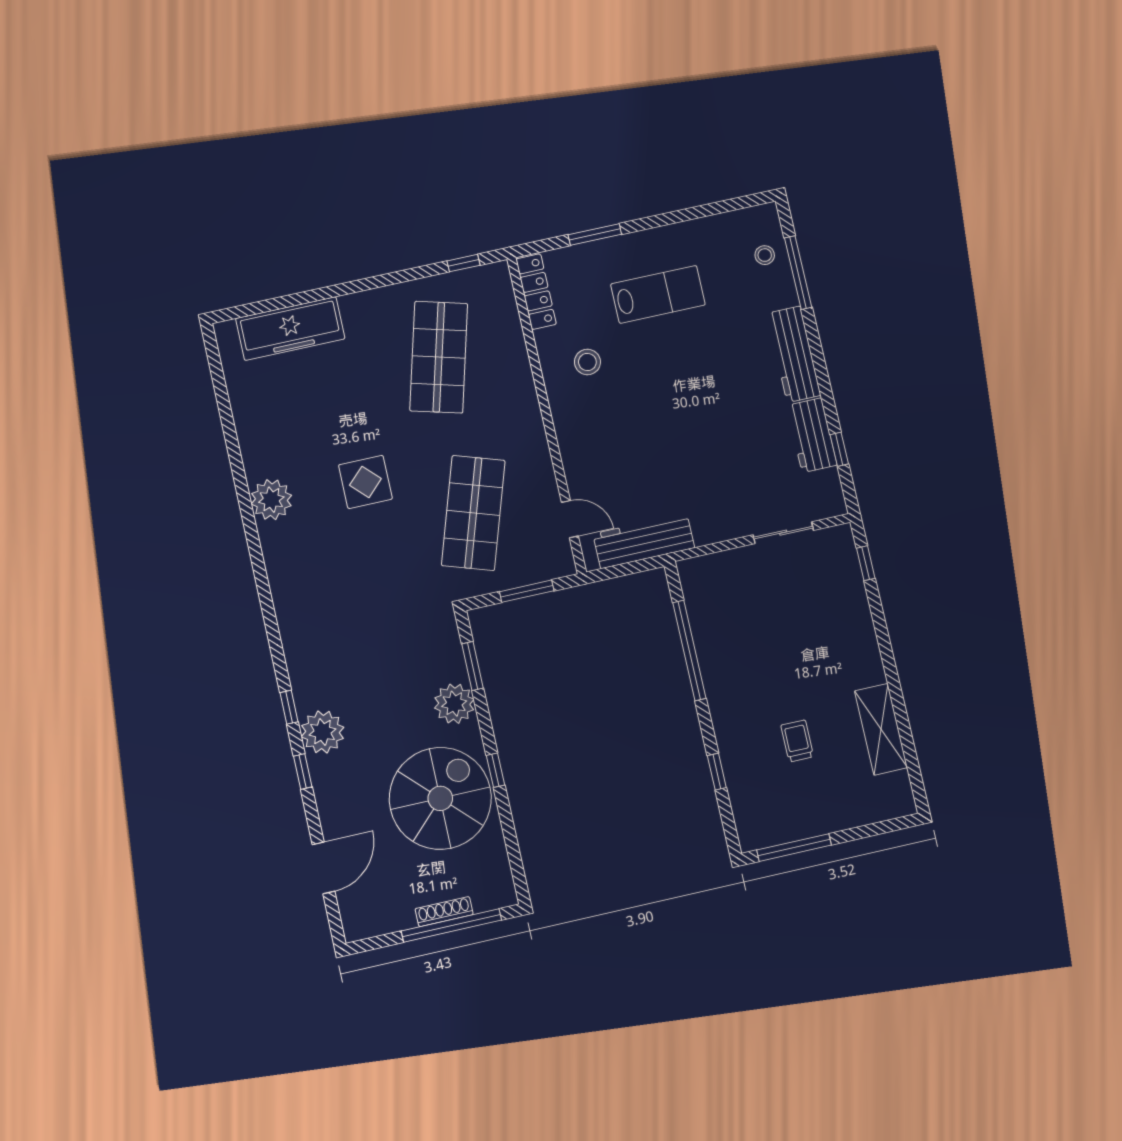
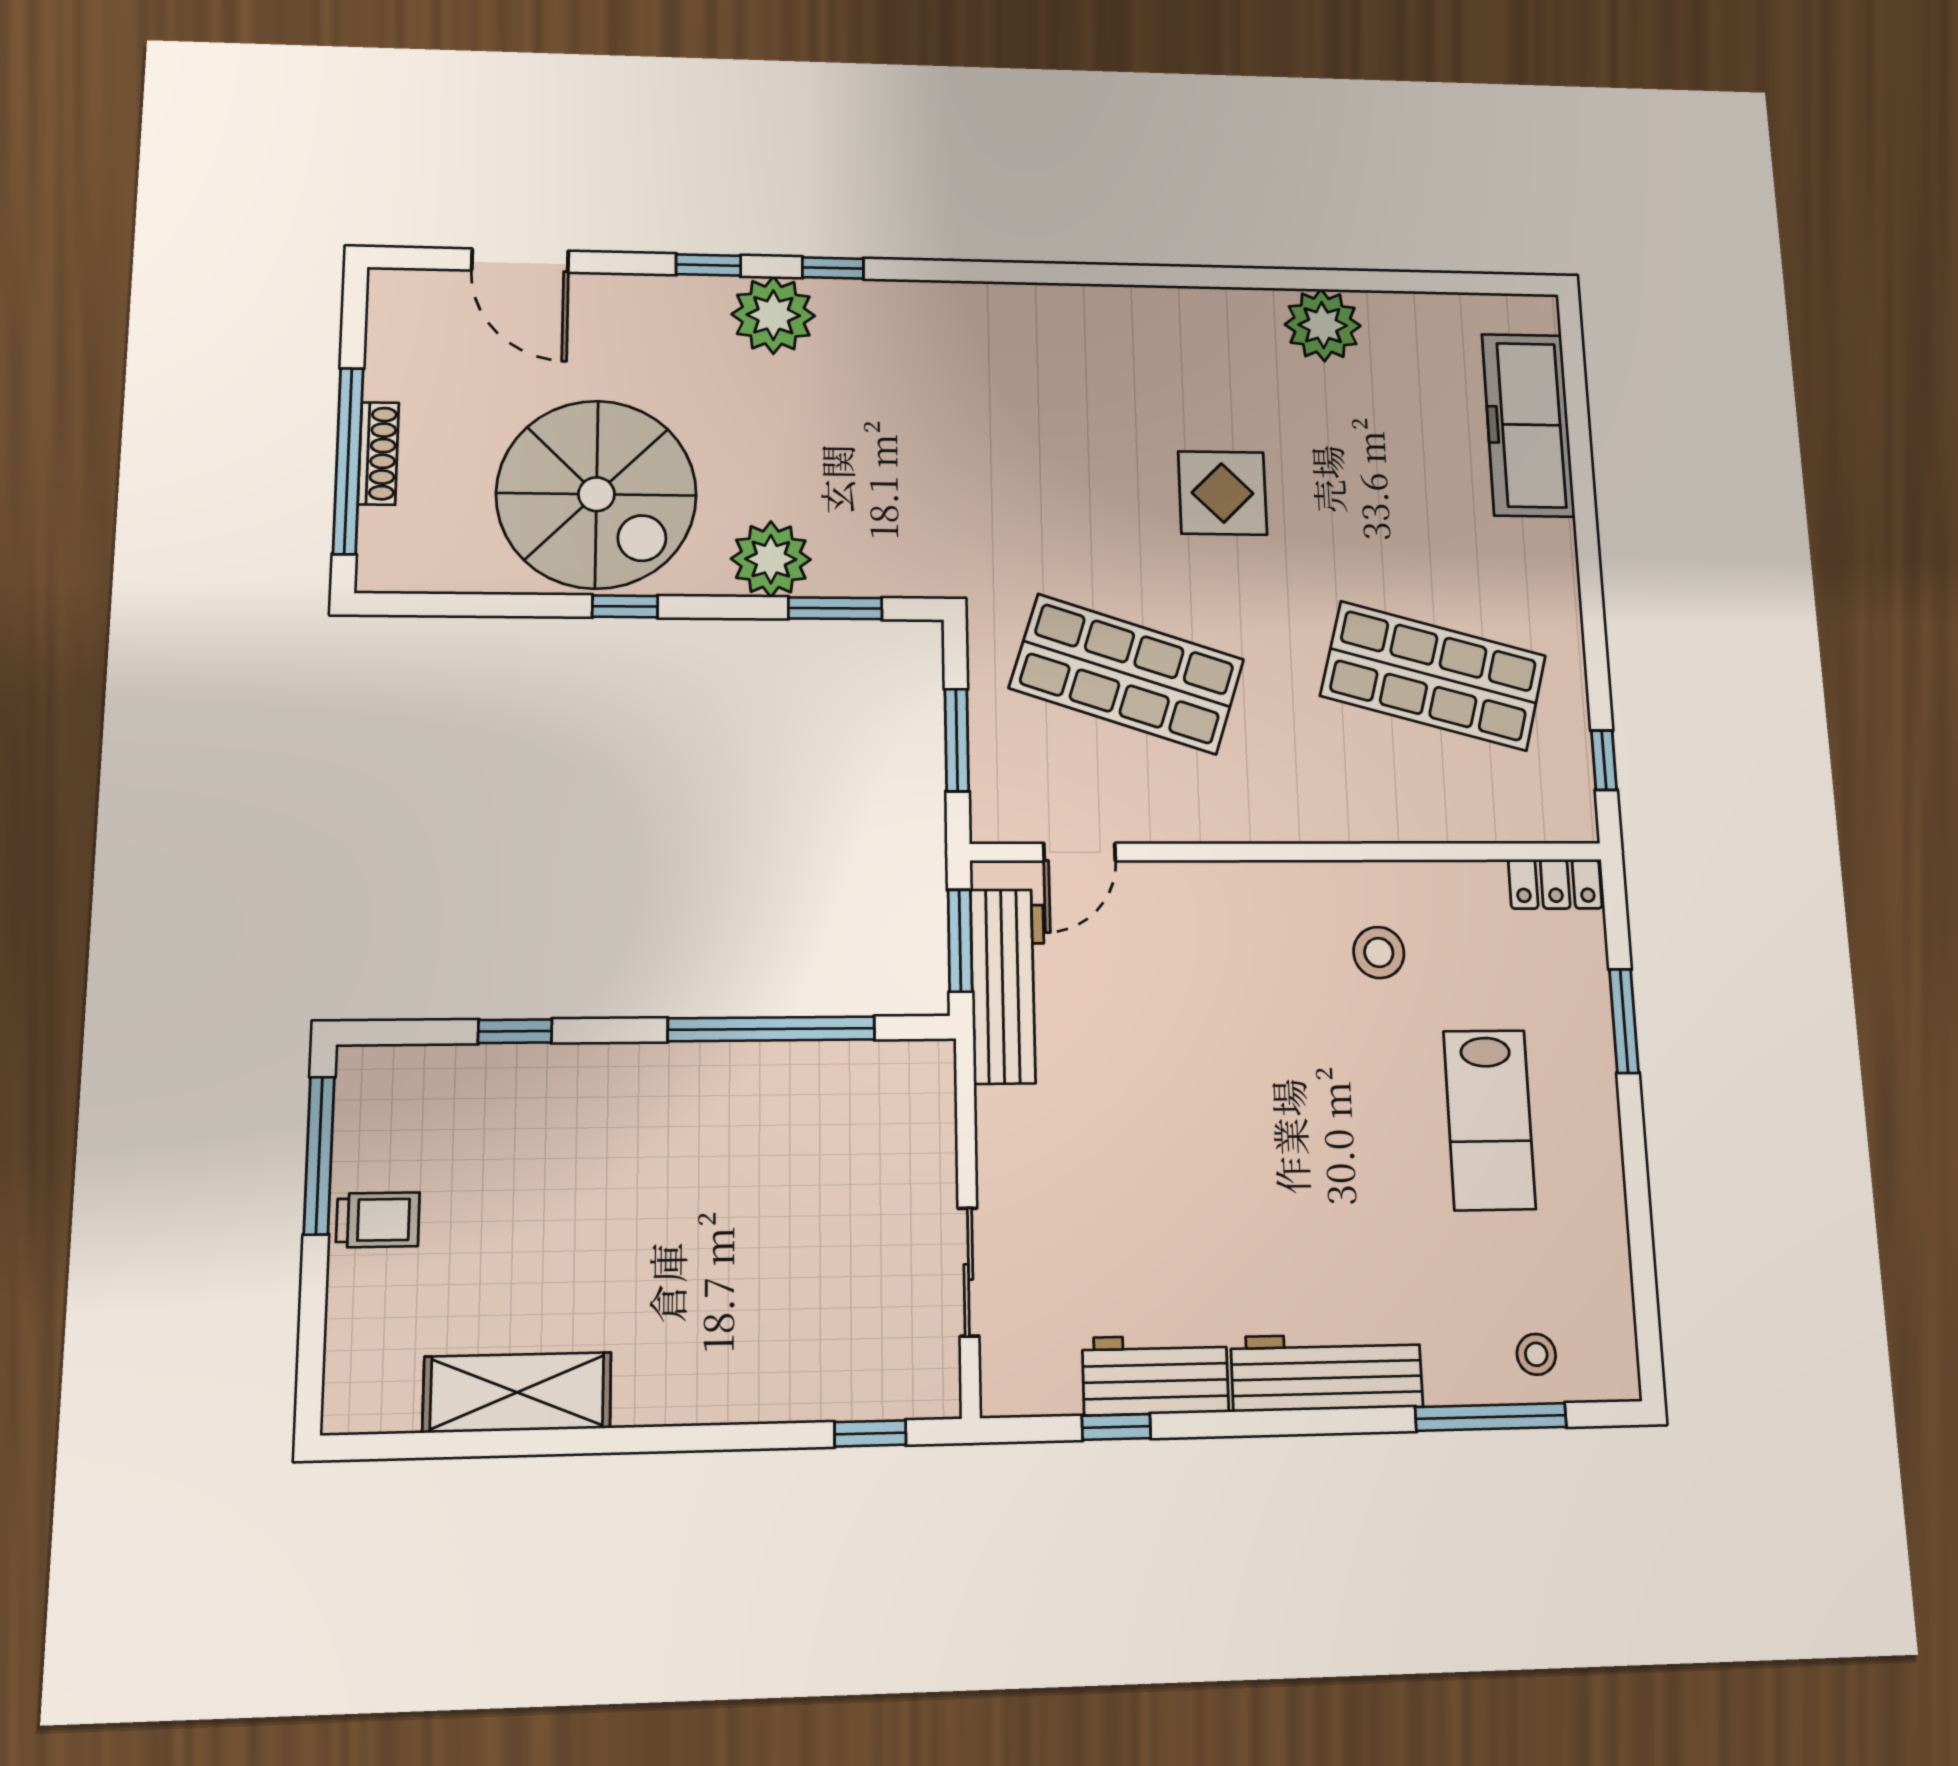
locker: (536, 292) -> (1555, 884), width x0.66
plant: (271, 500) -> (1323, 325), moved
window: (627, 569) -> (960, 941), added
trolley: (797, 741) -> (378, 1220), moved

